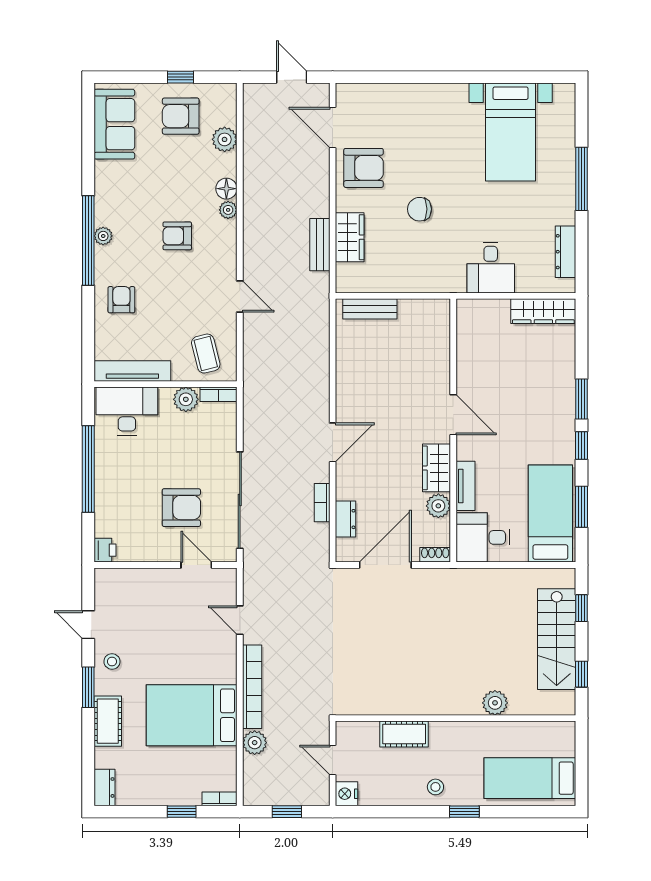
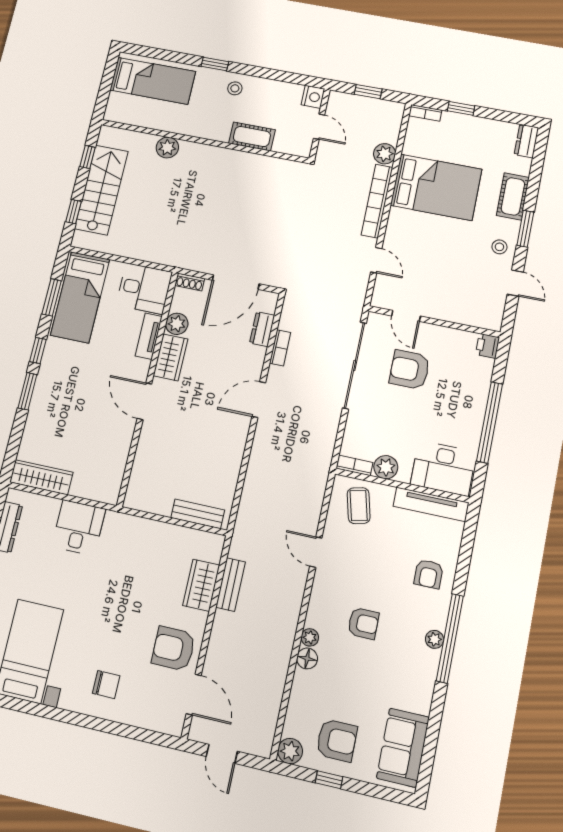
plant: (225, 139) -> (290, 751), moved
chair: (420, 209) -> (106, 685), moved

